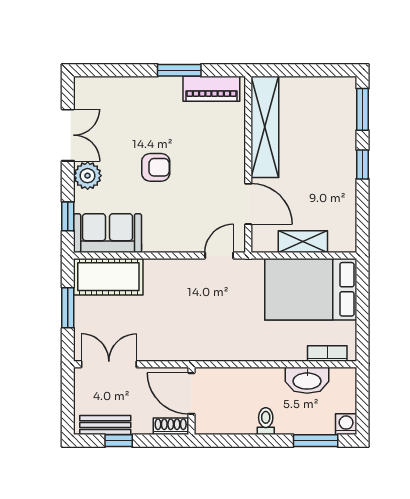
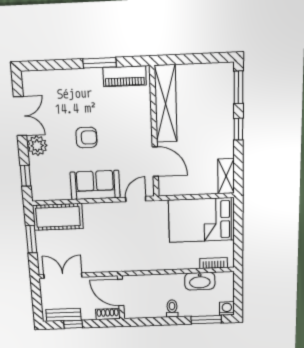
sofa: (108, 233) -> (95, 185), moved
shelving: (303, 242) -> (226, 176), moved, turned 90

